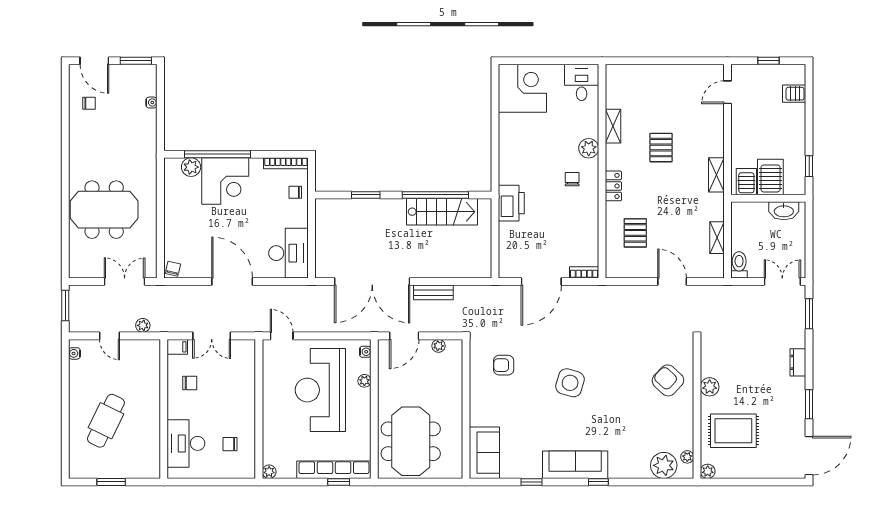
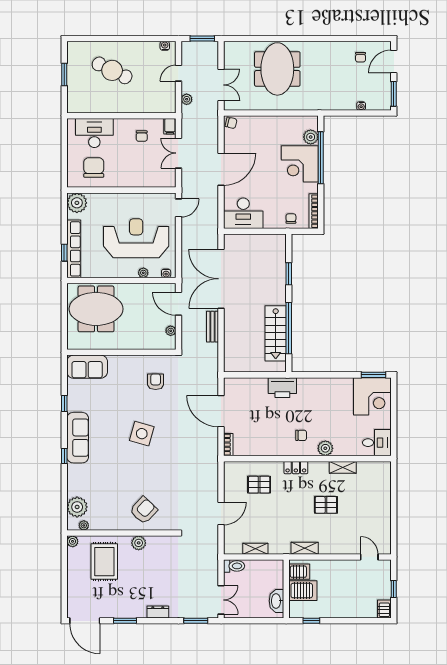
window: (495, 87) -> (373, 375), added
server rack: (794, 94) -> (384, 609), moved
chair: (230, 444) -> (94, 167), width x1.87, depth x1.87
plant: (269, 472) -> (77, 203), width x1.88, depth x1.88

